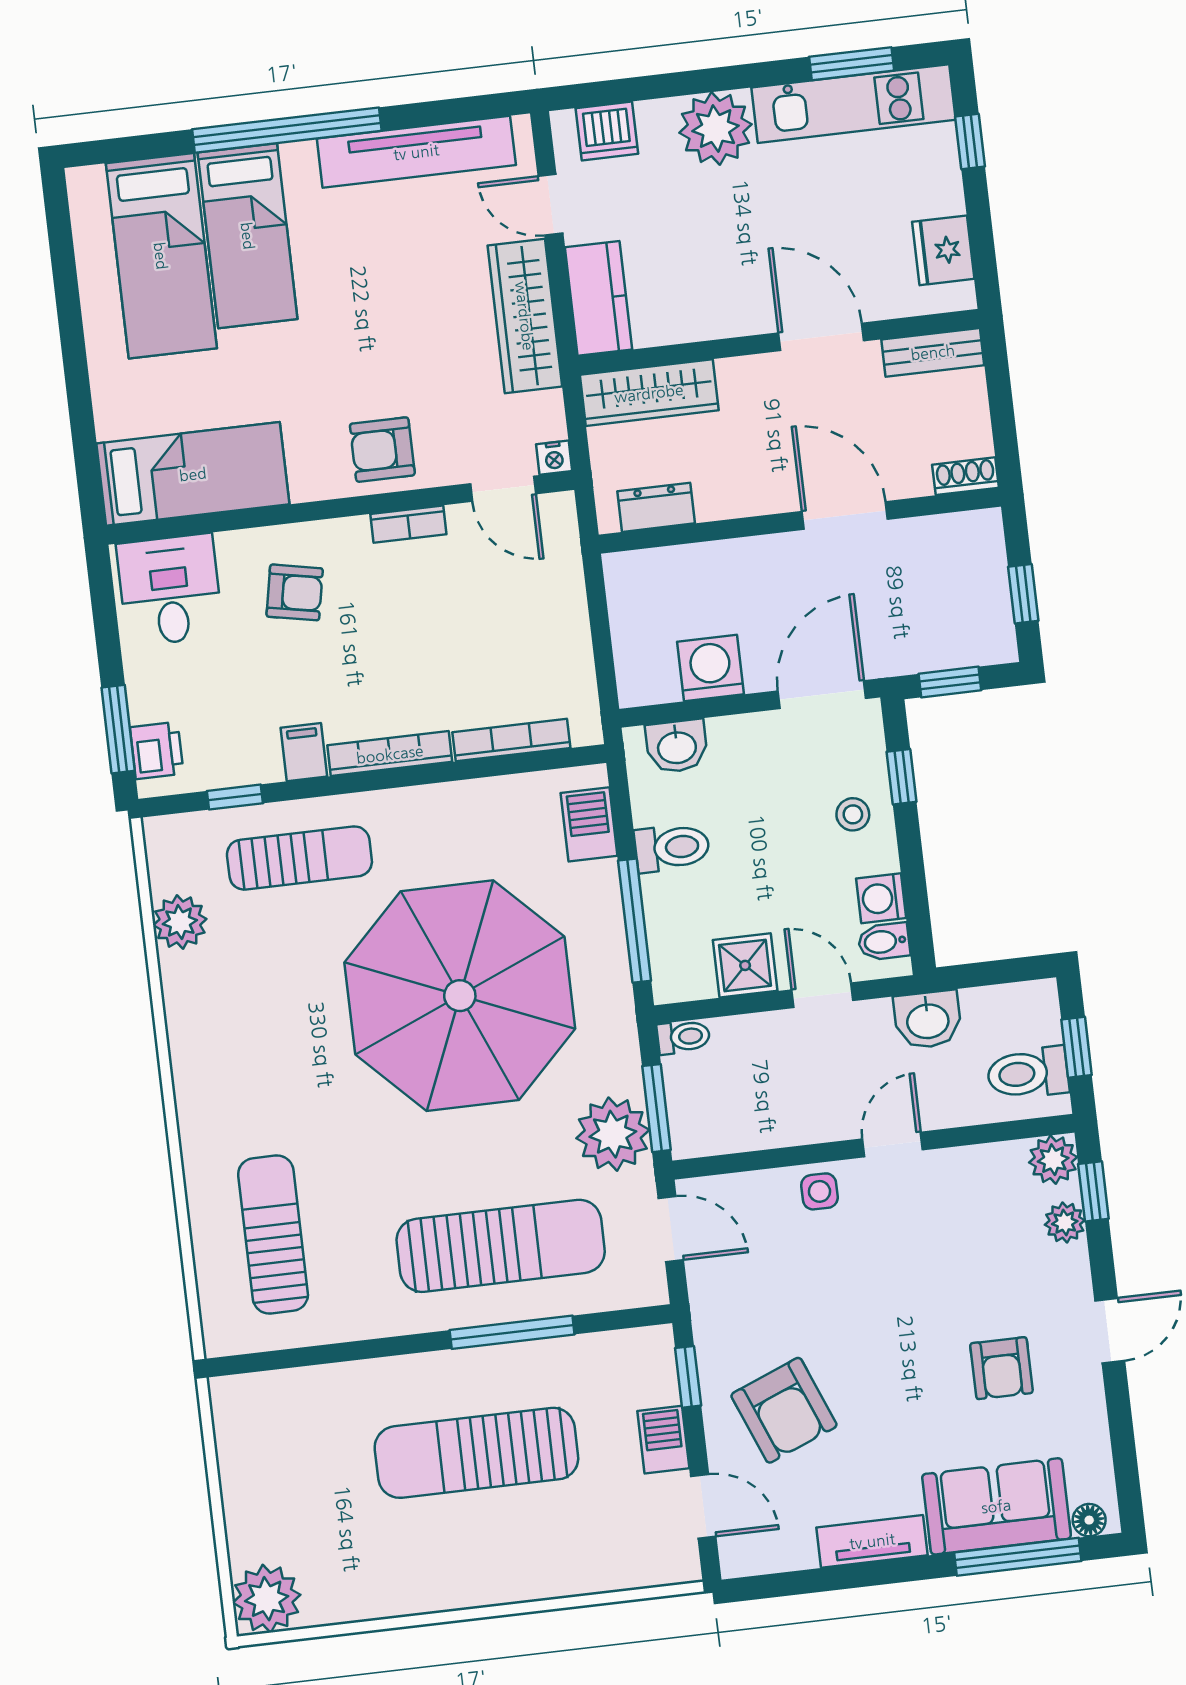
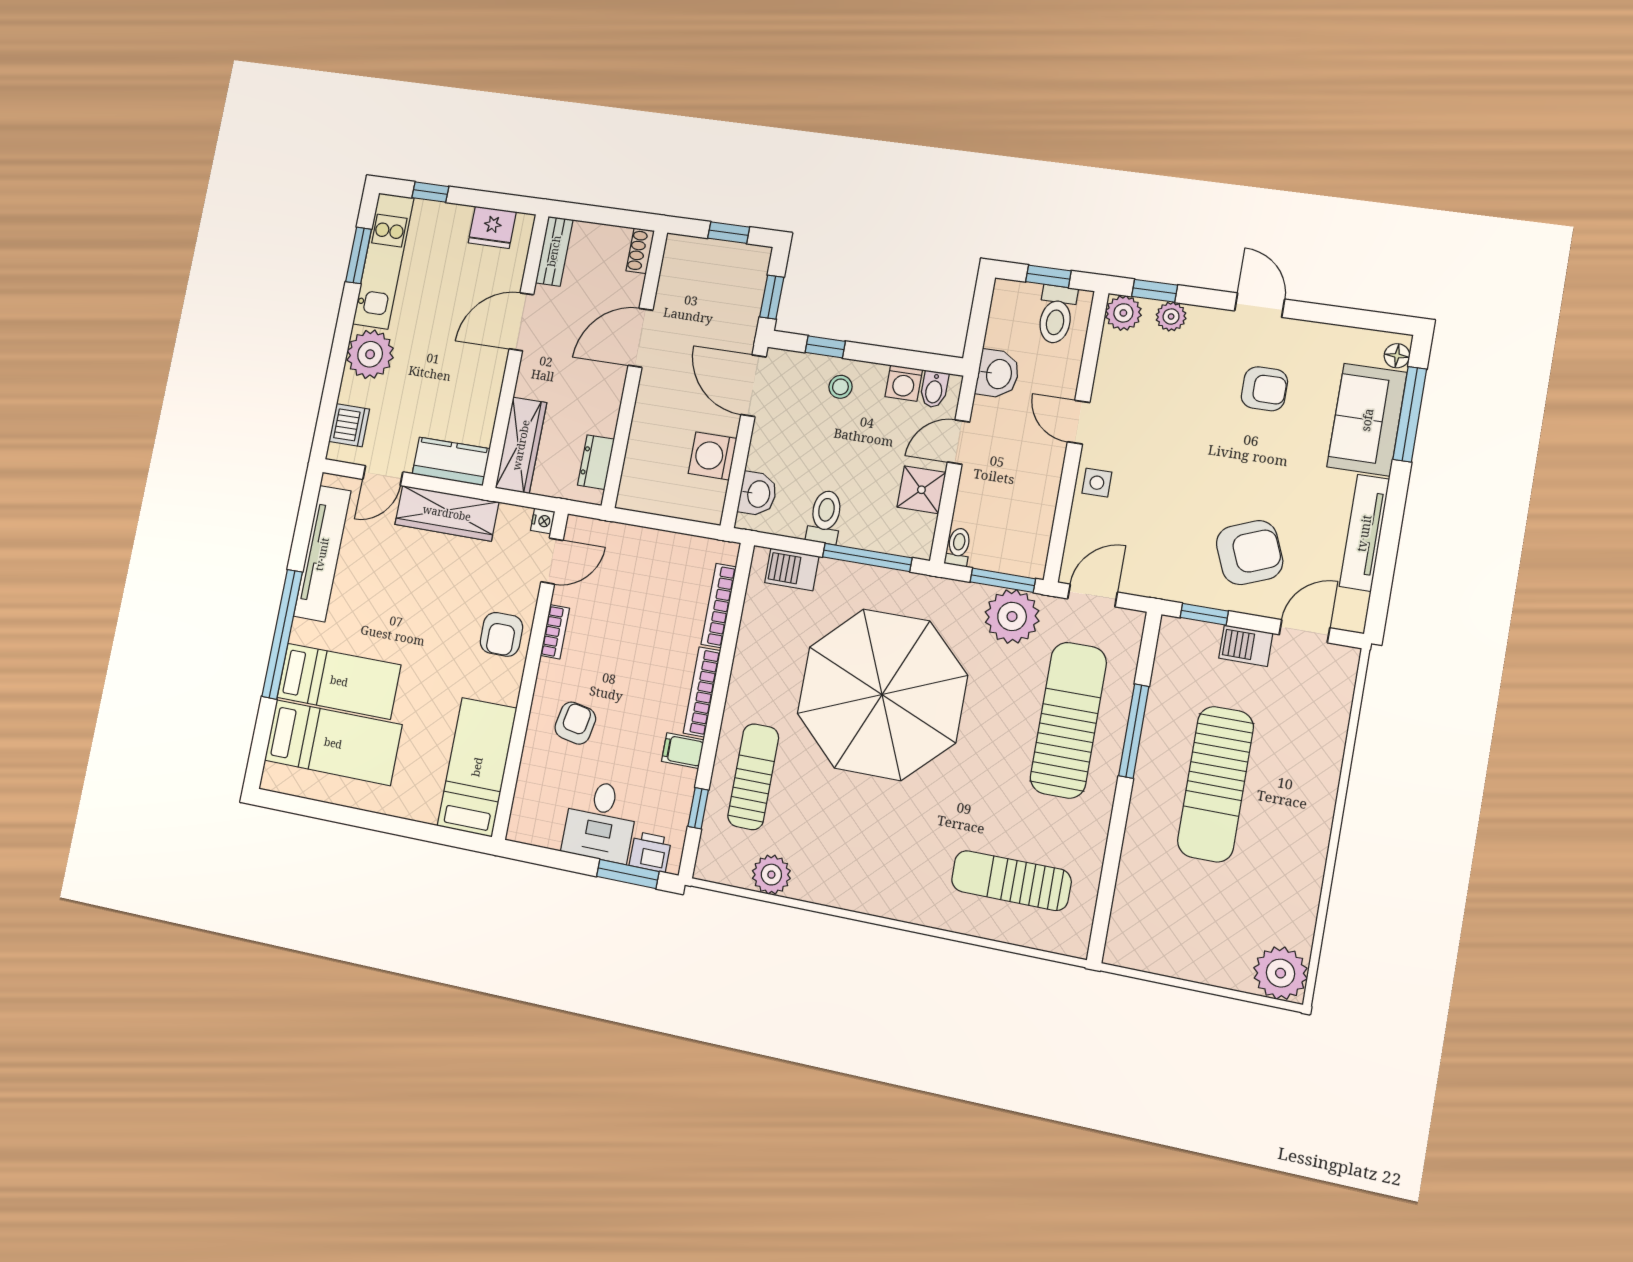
desk: (170, 590) -> (600, 821), moved, turned -90
tv unit: (872, 1541) -> (1364, 533), width x1.41

